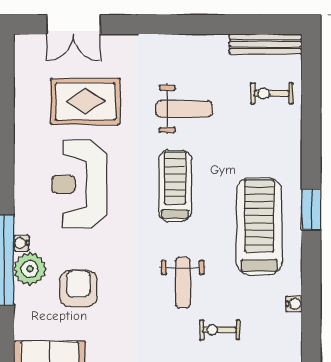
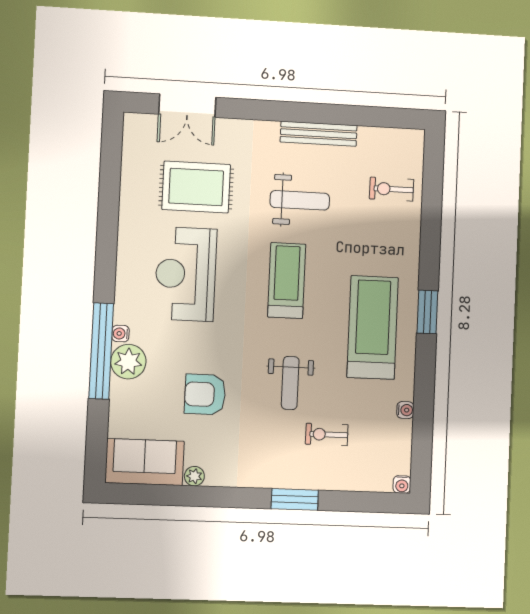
bench: (265, 44) -> (319, 134), moved
armchair: (78, 288) -> (205, 394), moved, turned -90

